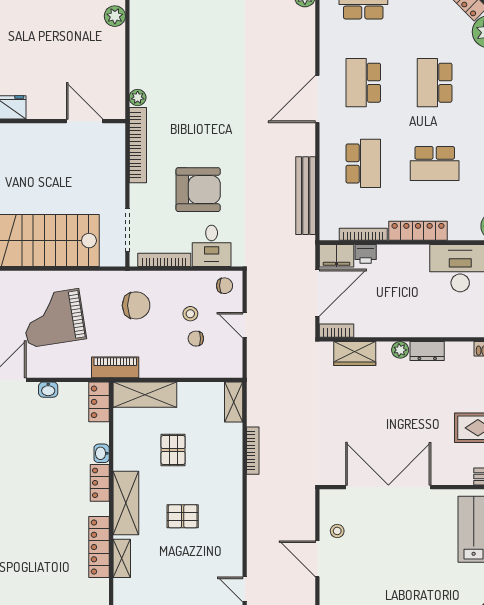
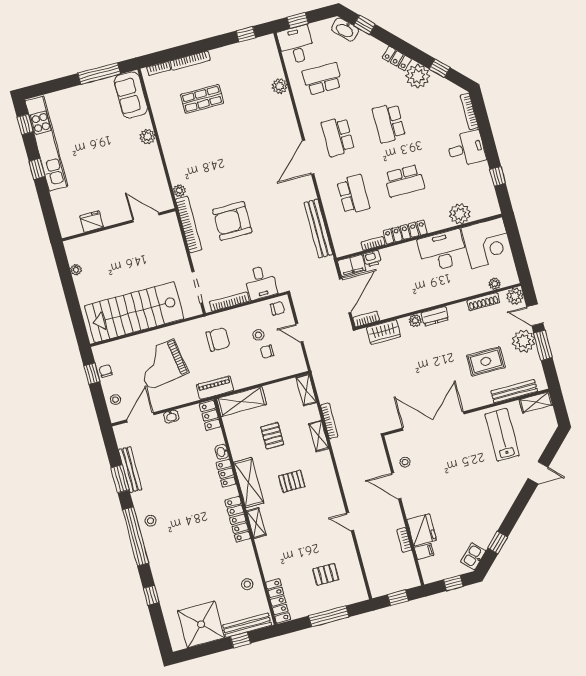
armchair: (198, 190) -> (232, 221), moved, turned 180
bookcase: (363, 234) -> (373, 243), width x0.64
shelving: (234, 467) -> (319, 436), added

